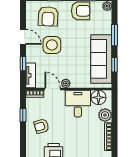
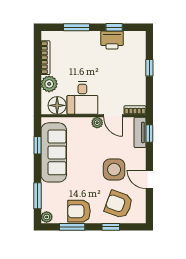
armchair: (48, 16) -> (119, 204), turned -73
window: (115, 35) -> (38, 196), moved
window: (23, 64) -> (149, 133), moved
window: (23, 115) -> (149, 68), moved
armchair: (41, 126) -> (127, 70), removed

